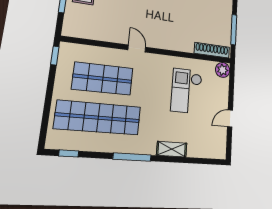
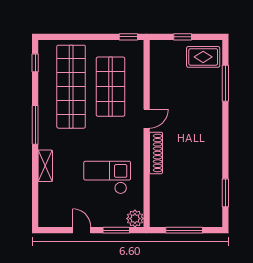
shoe rack: (212, 50) -> (156, 153), moved
window: (231, 88) -> (116, 230), added

